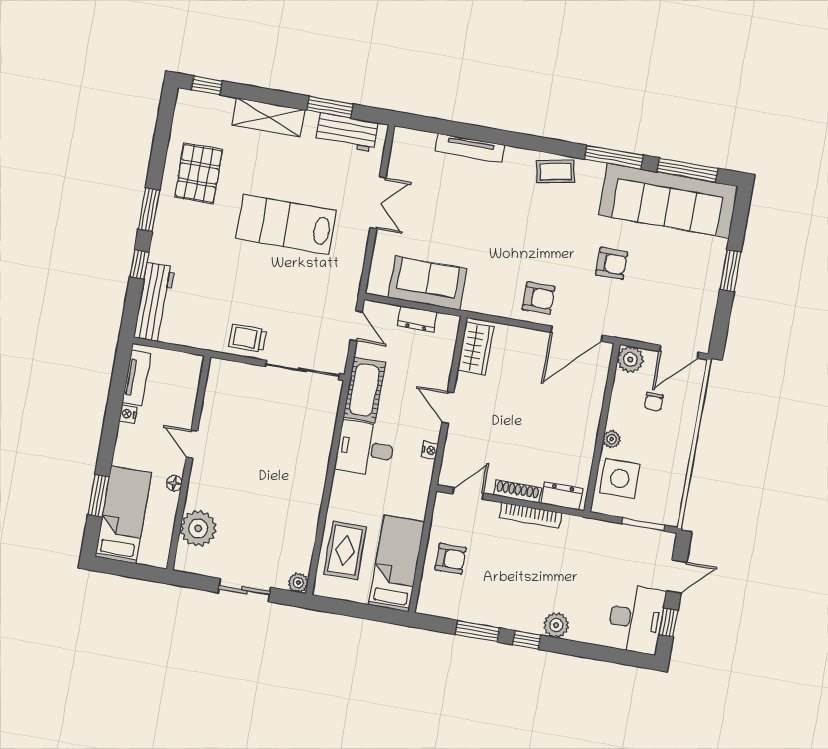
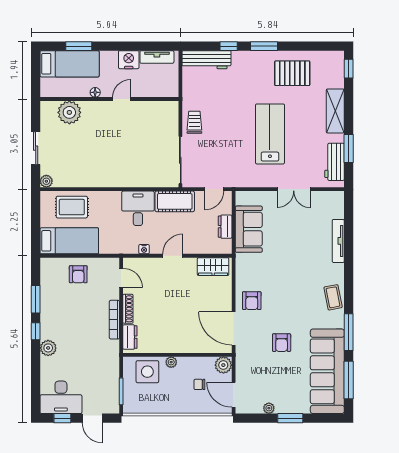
plant: (709, 301) -> (269, 408), added
nightstand: (128, 414) -> (129, 60), width x1.89, depth x1.79

